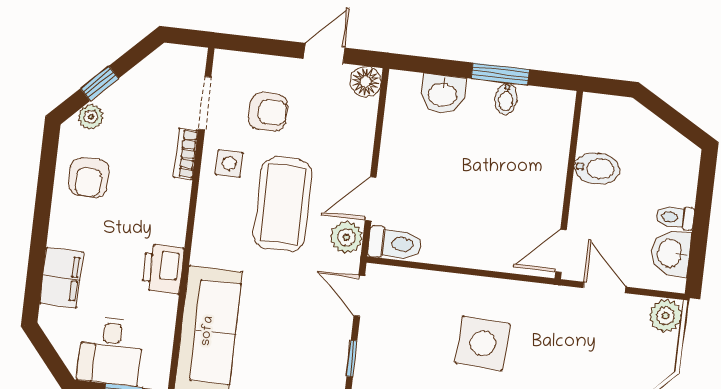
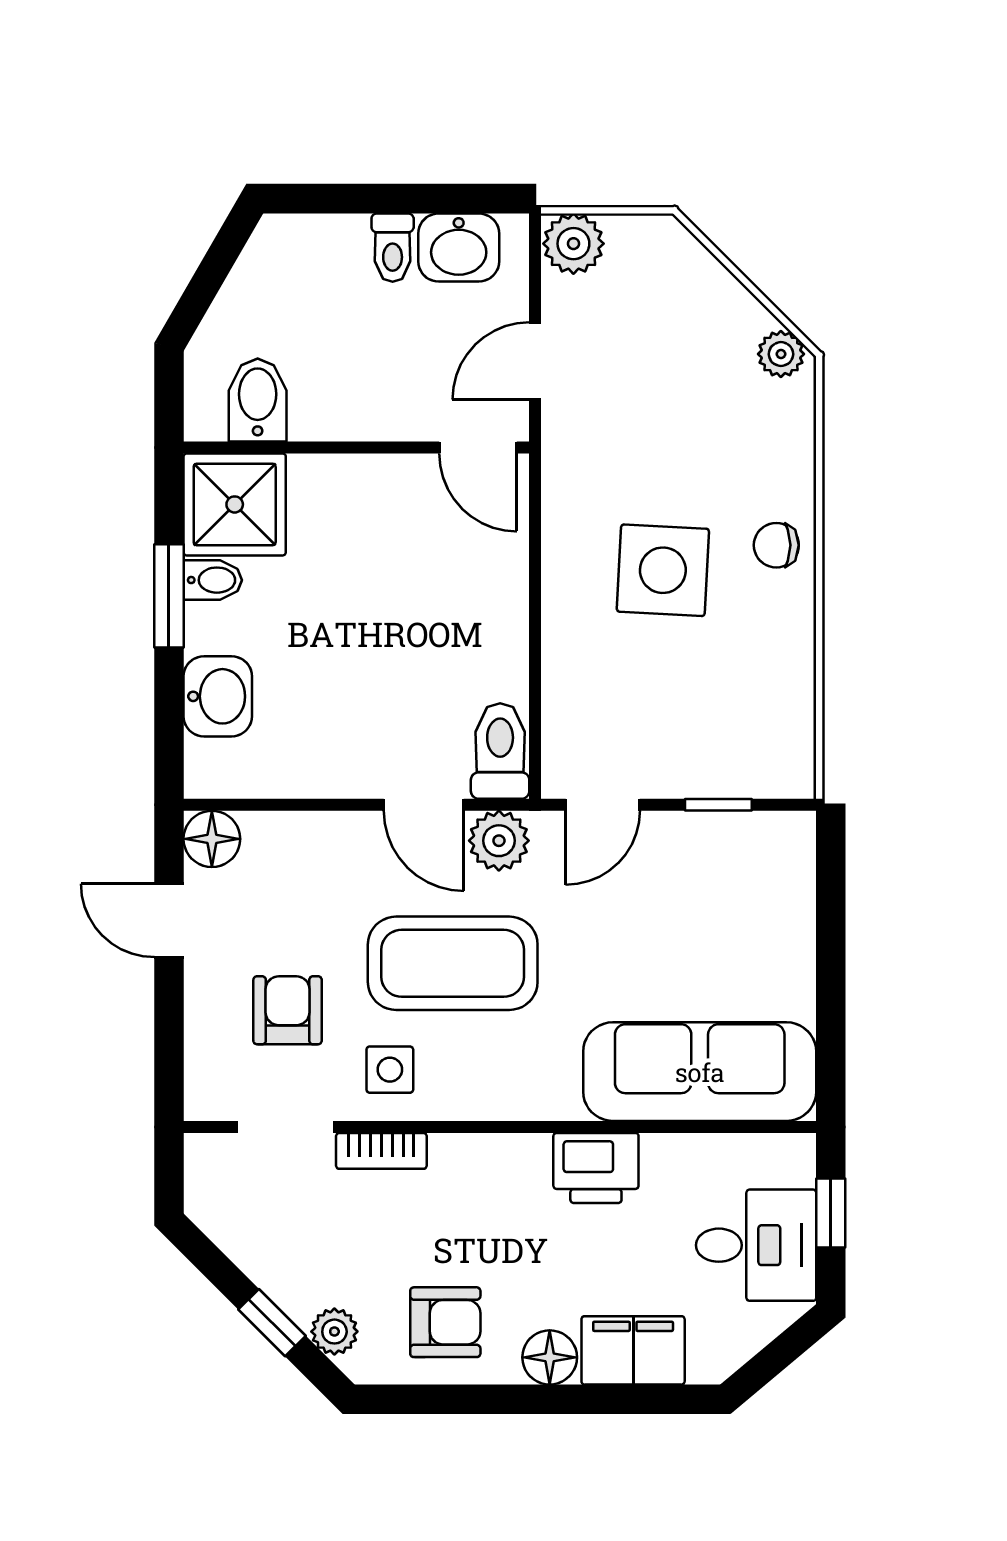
shower: (546, 115) -> (235, 504), added
bidet: (597, 168) -> (258, 400), moved
floor lamp: (63, 232) -> (550, 1357), added

